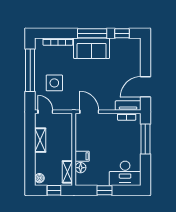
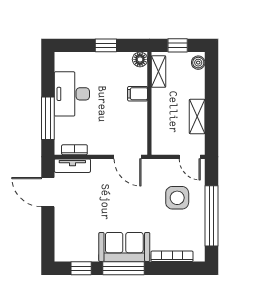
door: (145, 87) -> (48, 192), swing flipped
floor lamp: (81, 168) -> (140, 59), moved
desk: (125, 173) -> (72, 94), moved, turned -90

